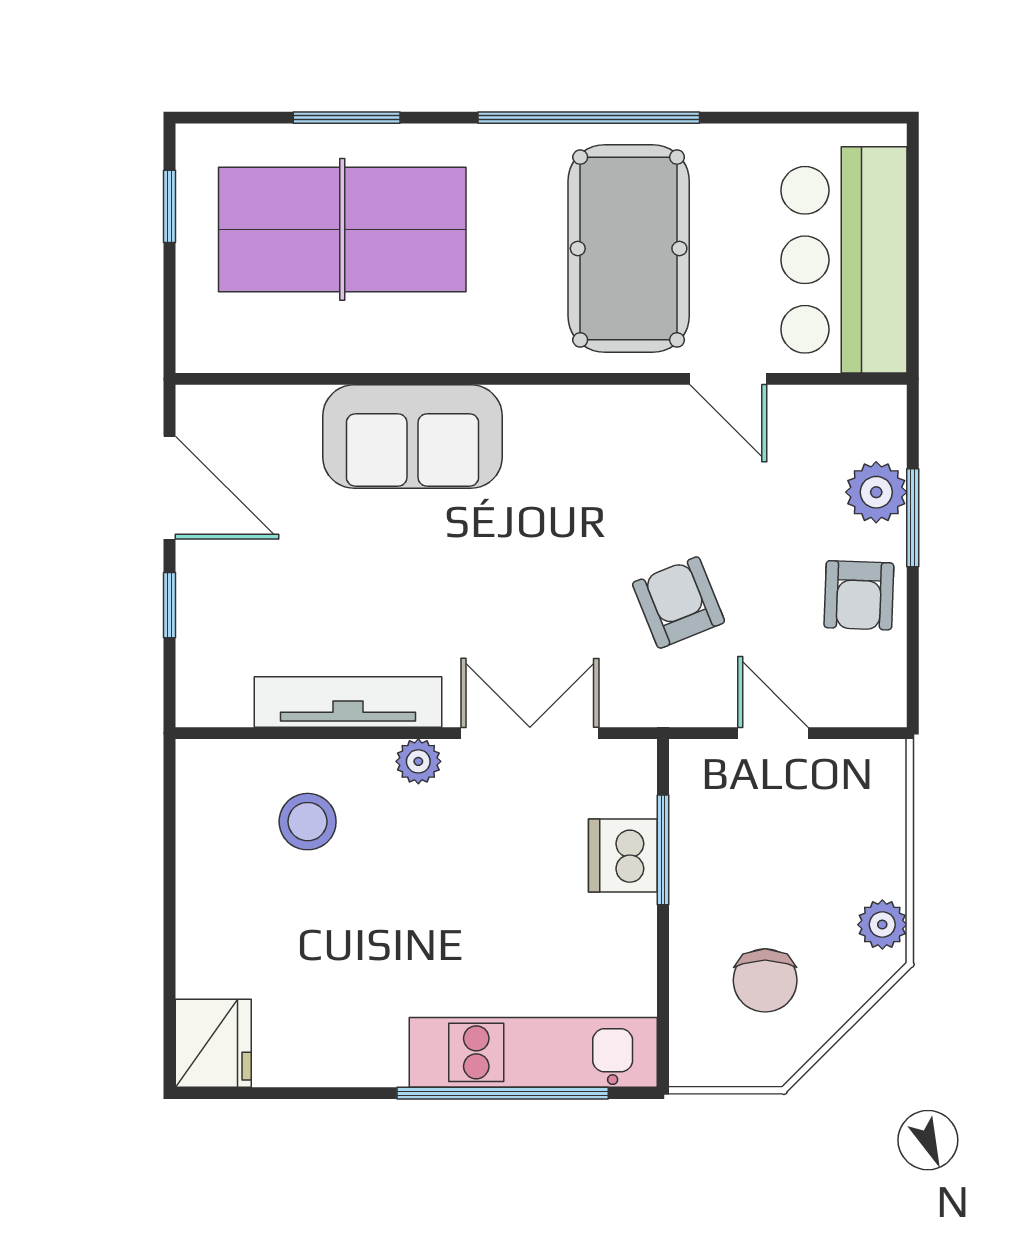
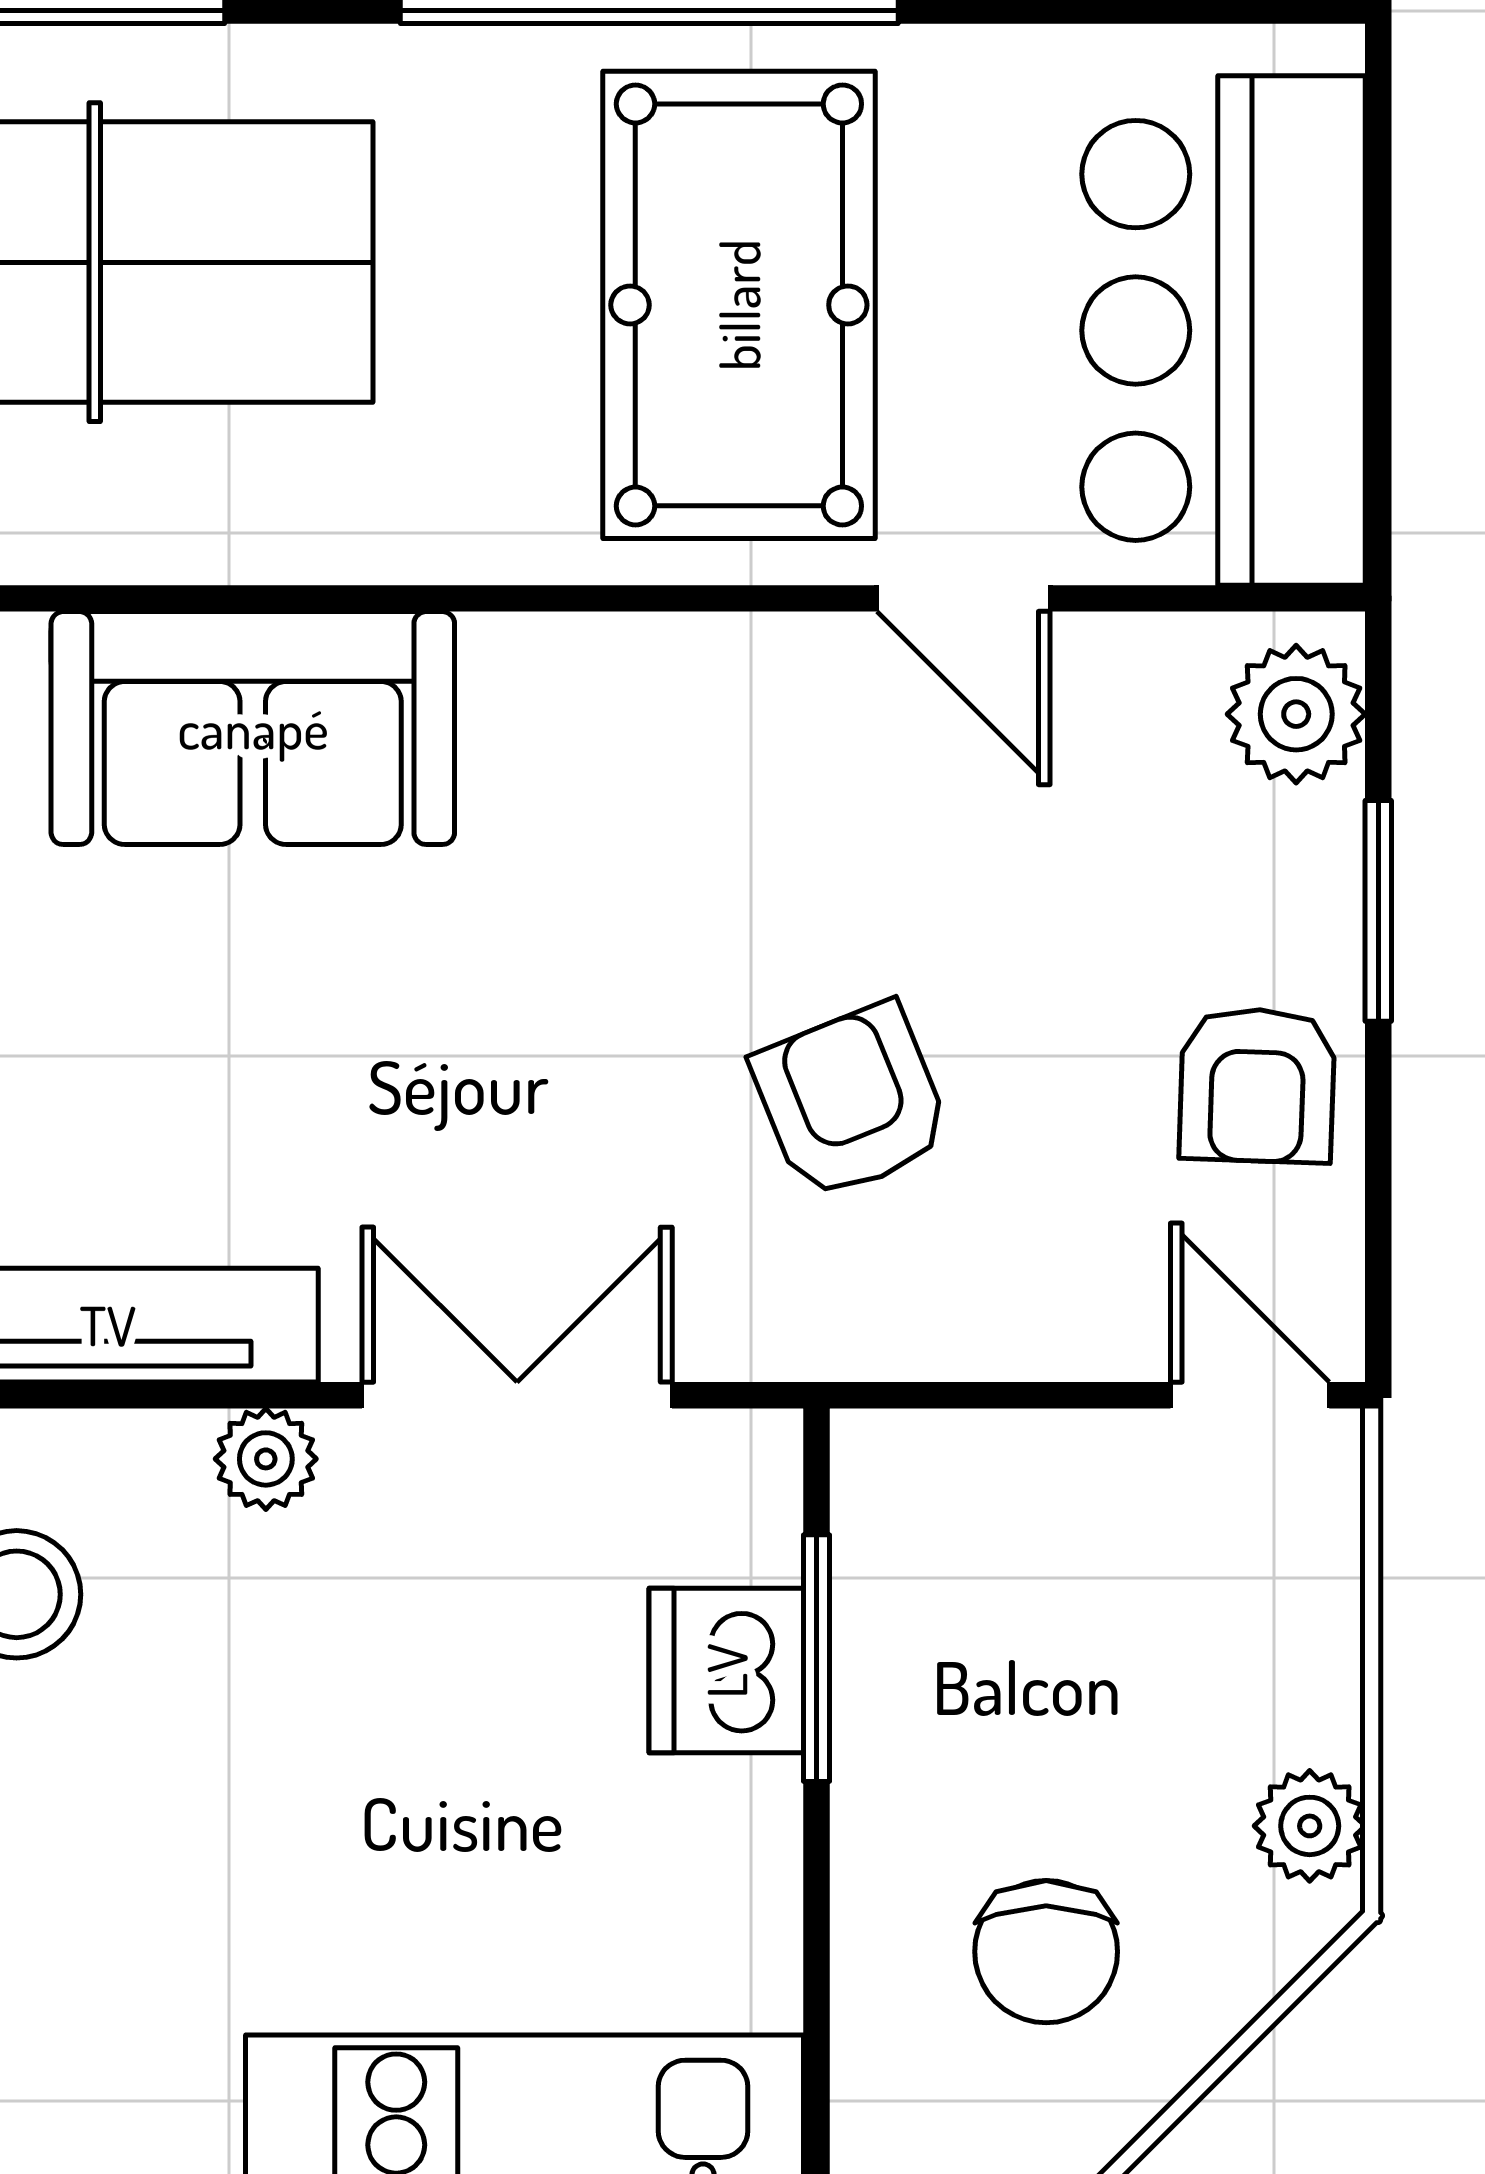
plant: (876, 492) -> (1296, 714), moved
door: (773, 733) -> (1250, 1395), moved

